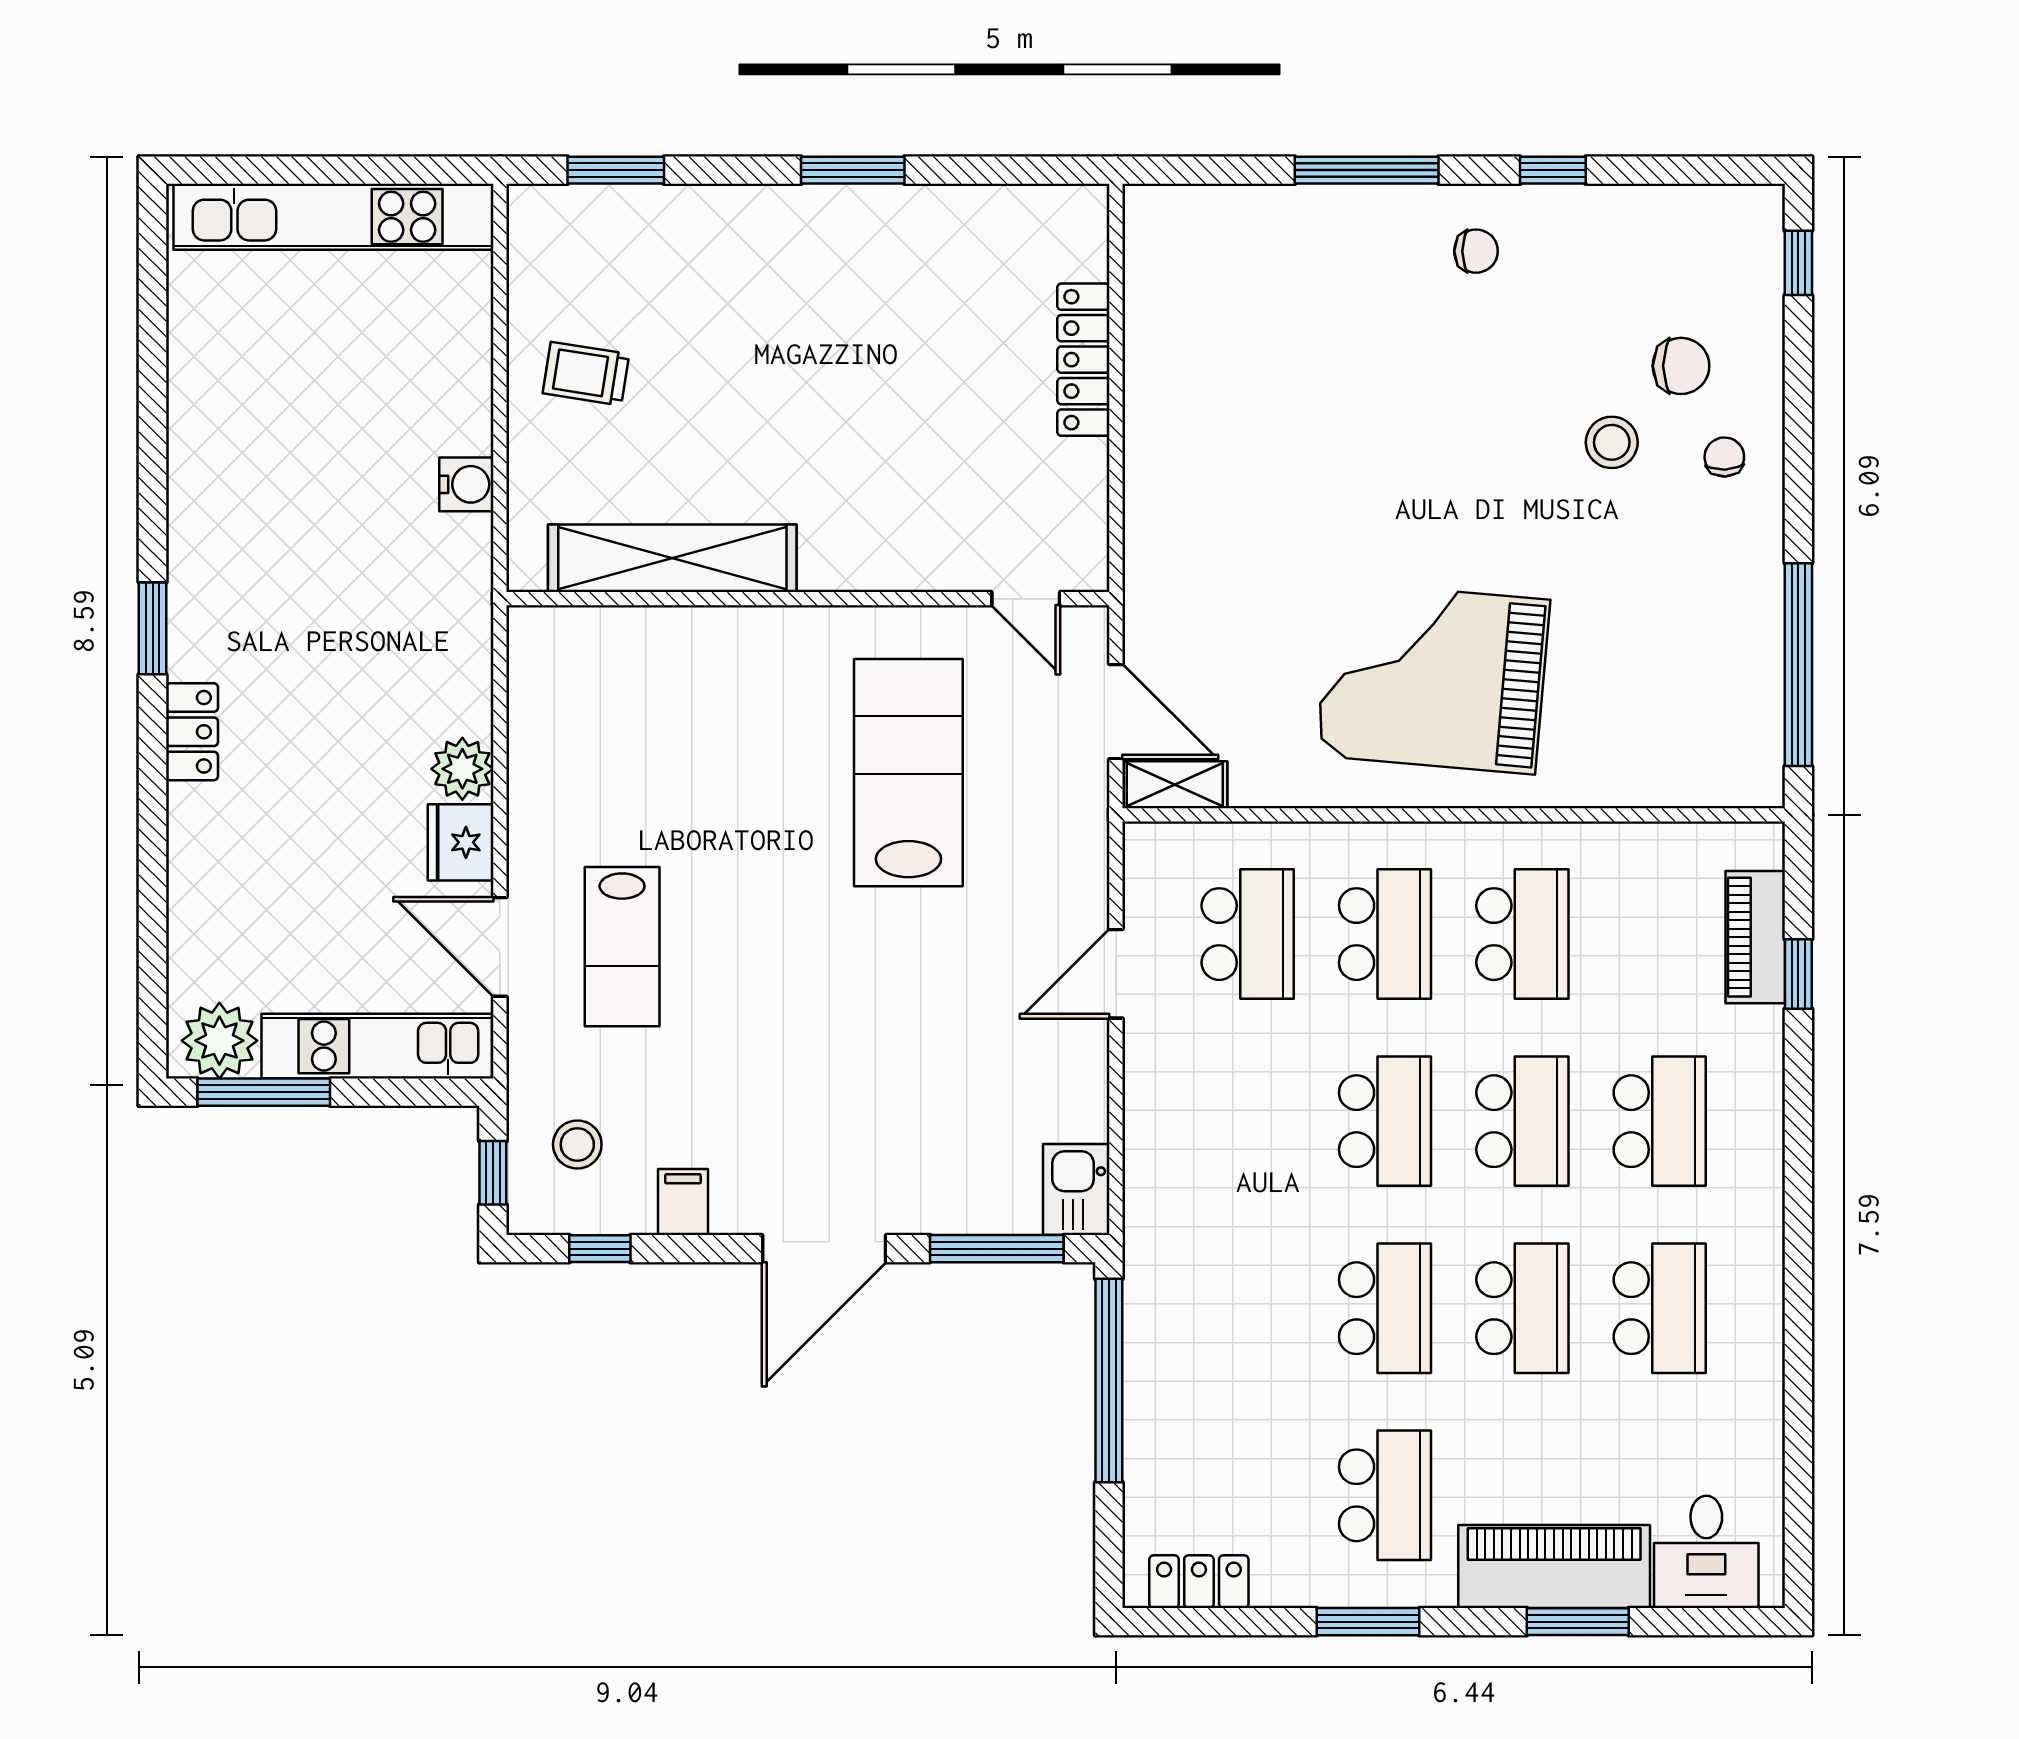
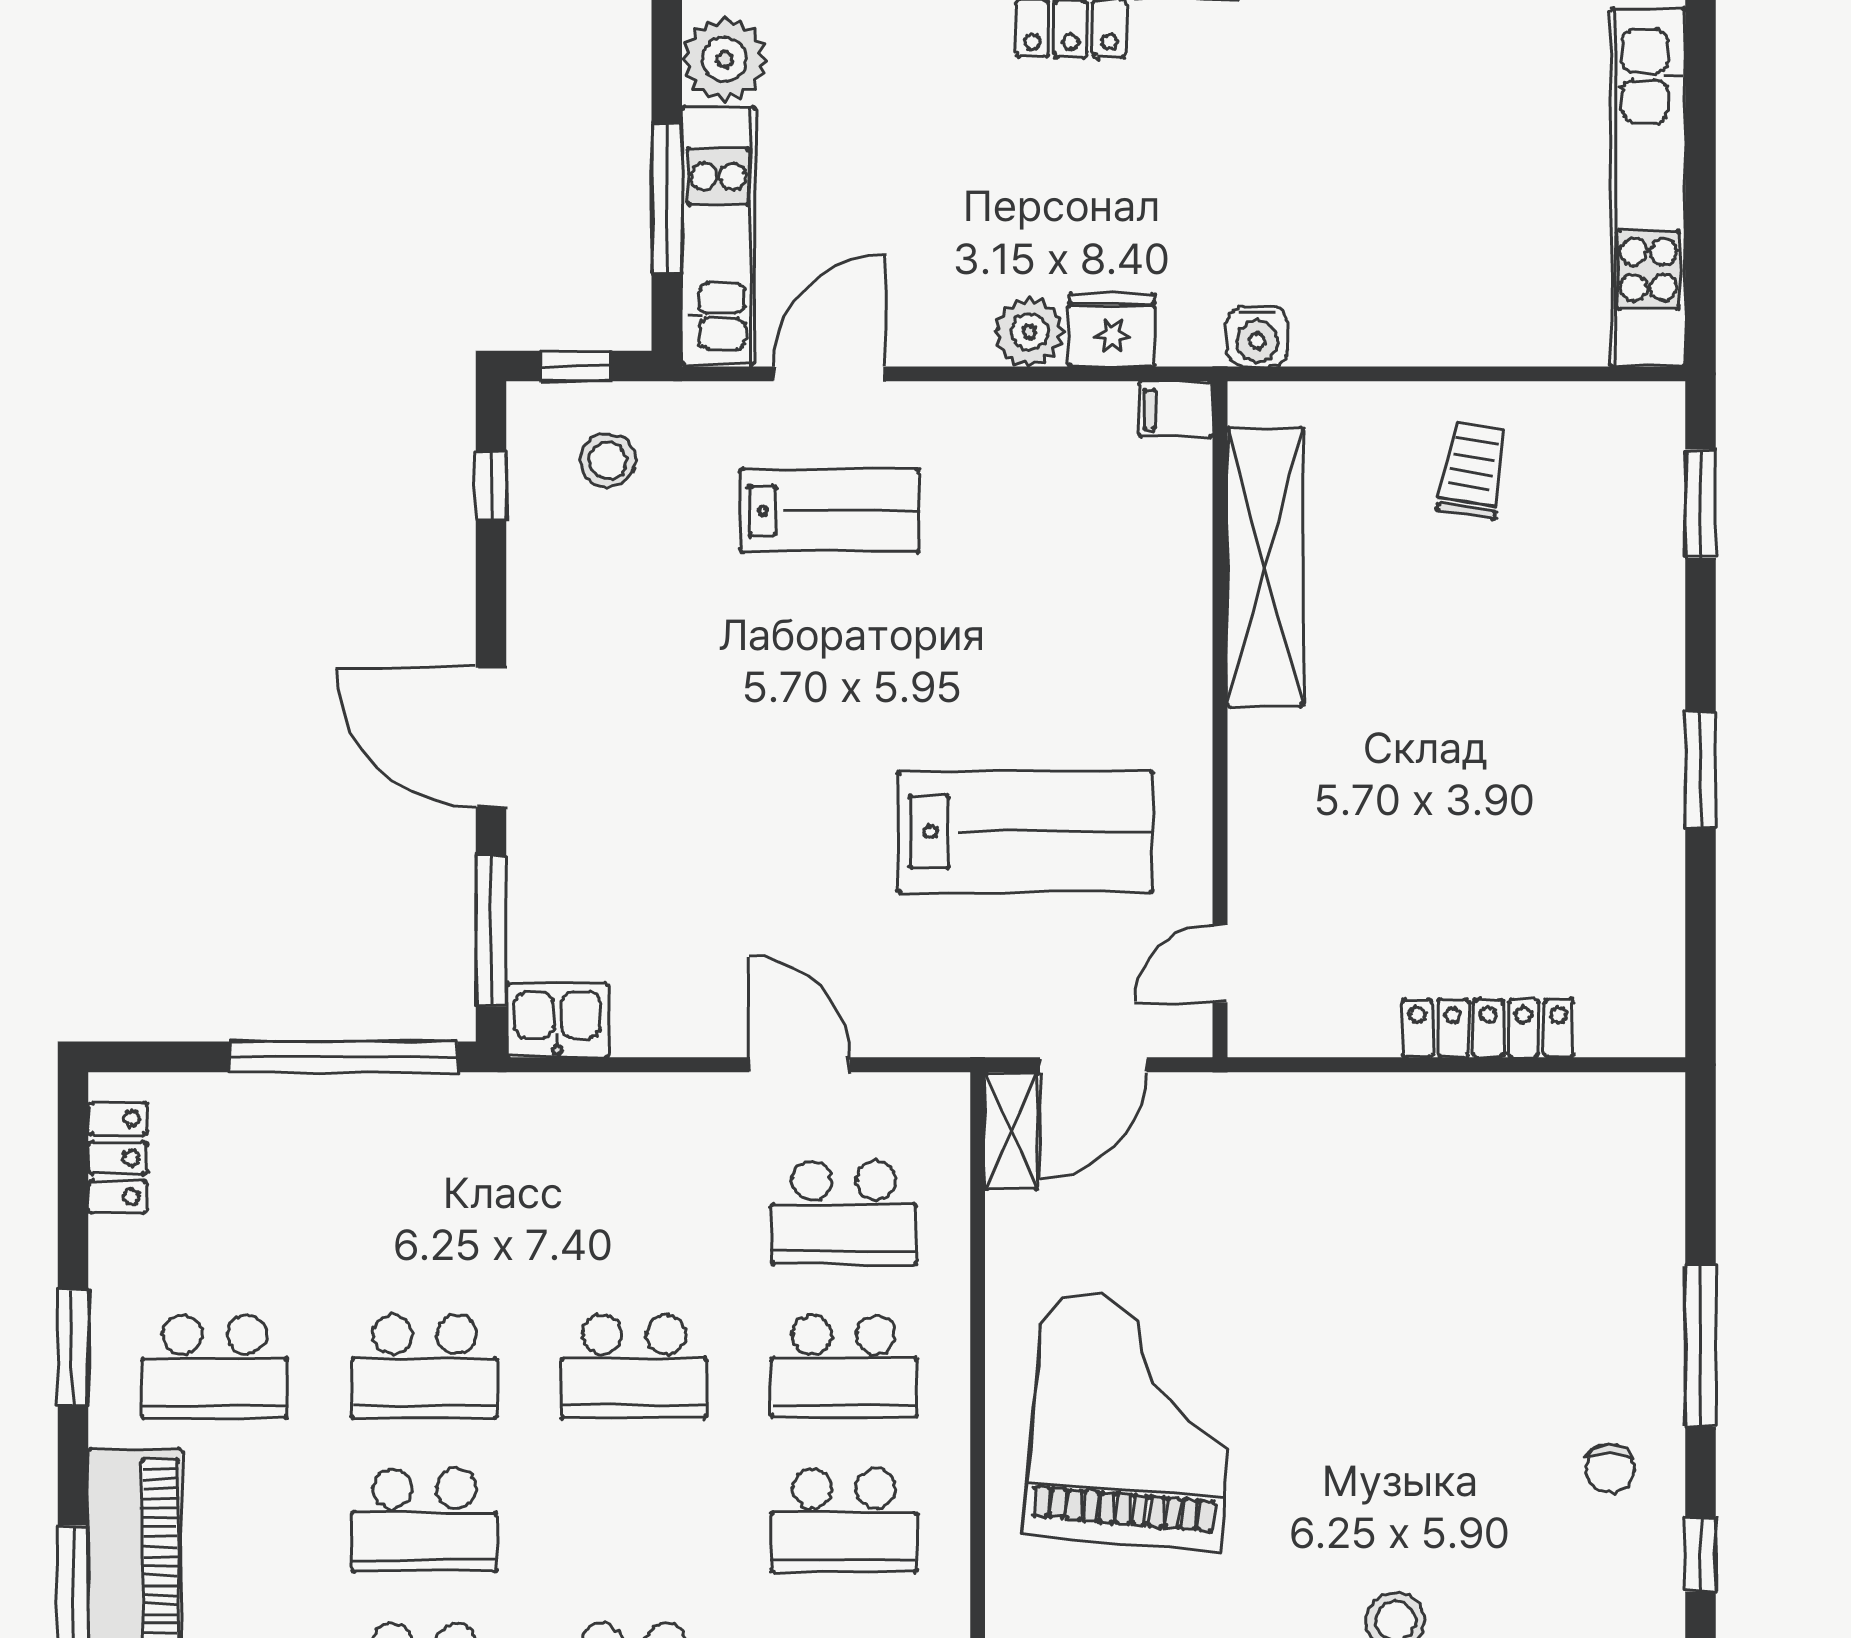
water cooler: (466, 484) -> (1257, 336), moved
fridge: (461, 842) -> (1112, 330), moved
lab bench: (622, 947) -> (830, 511), turned 180
window: (264, 1092) -> (667, 198), moved
school desk: (1522, 1121) -> (634, 1520), removed
filing cabinet: (683, 1202) -> (1176, 409), moved, turned 180

